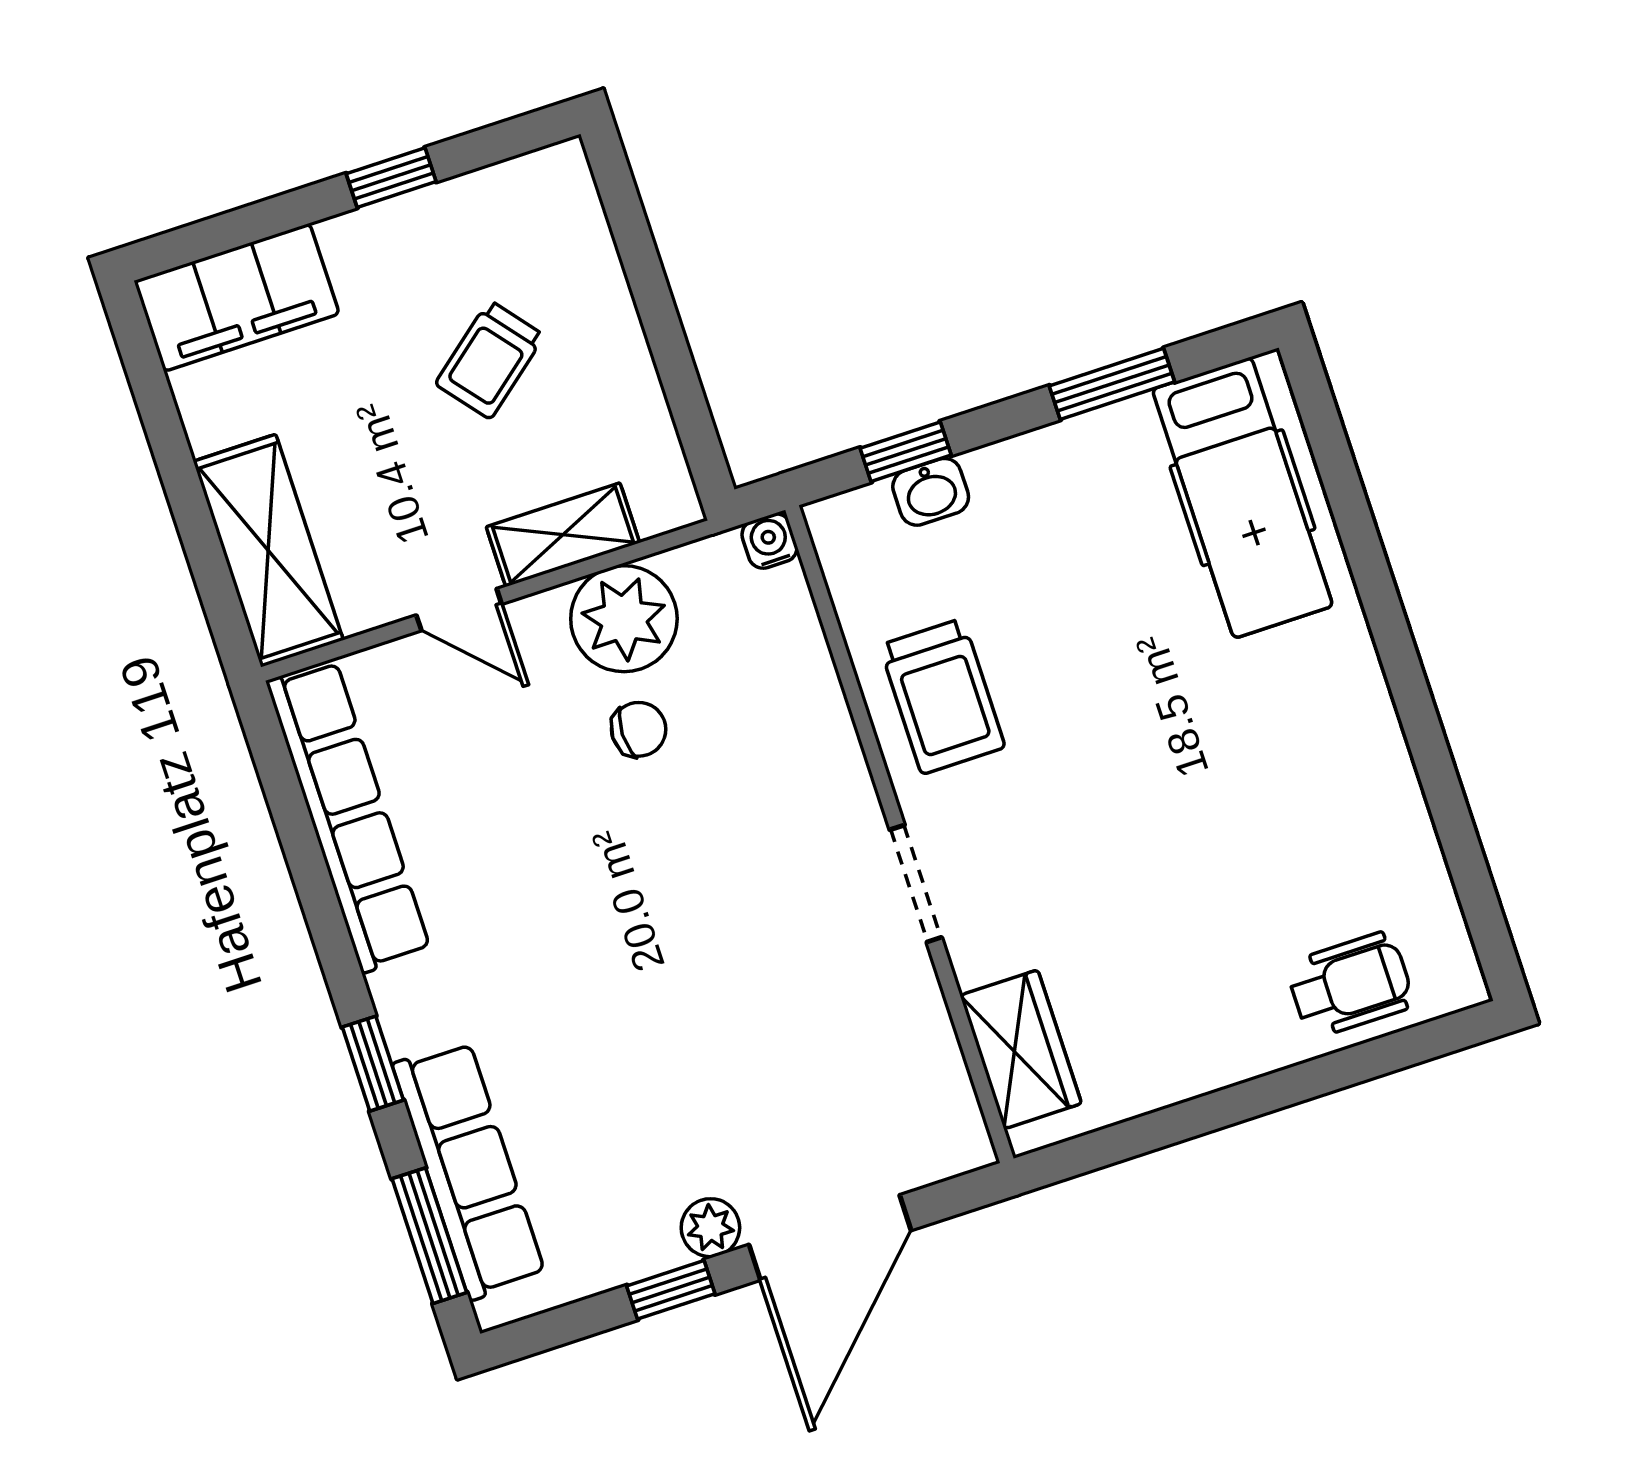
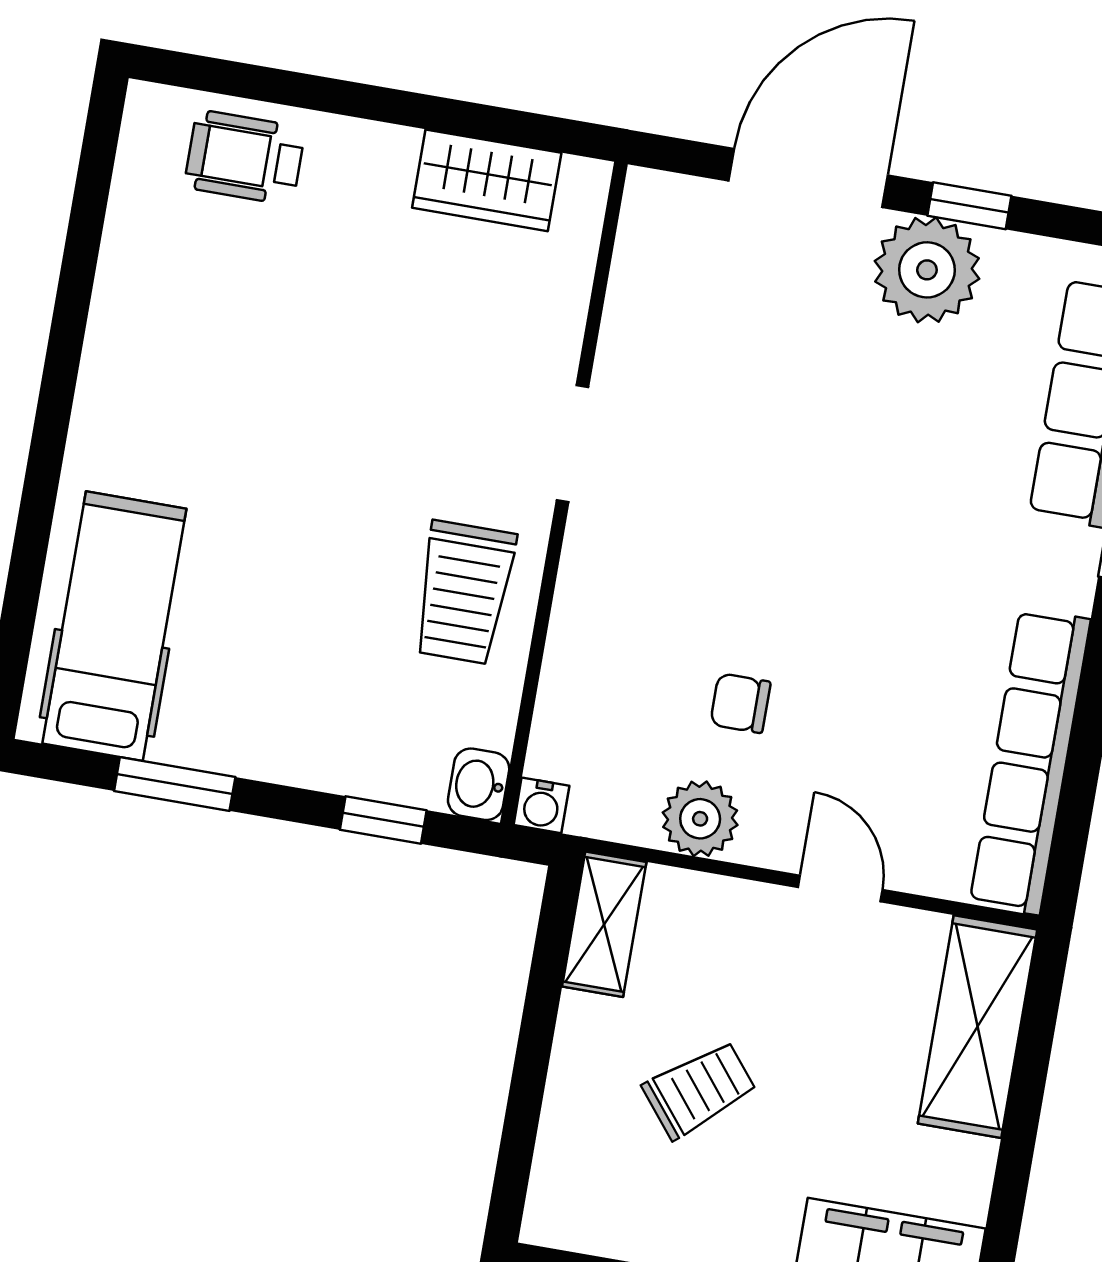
washbasin: (931, 492) -> (479, 784), moved, turned -90
shelving: (563, 535) -> (604, 924), moved, turned 90
plant: (624, 619) -> (700, 819), width x0.73, depth x0.73
trolley: (942, 696) -> (464, 593), turned 180
wardrobe: (1021, 1049) -> (487, 180), moved, turned -90
plant: (710, 1228) -> (927, 270), width x1.88, depth x1.88

